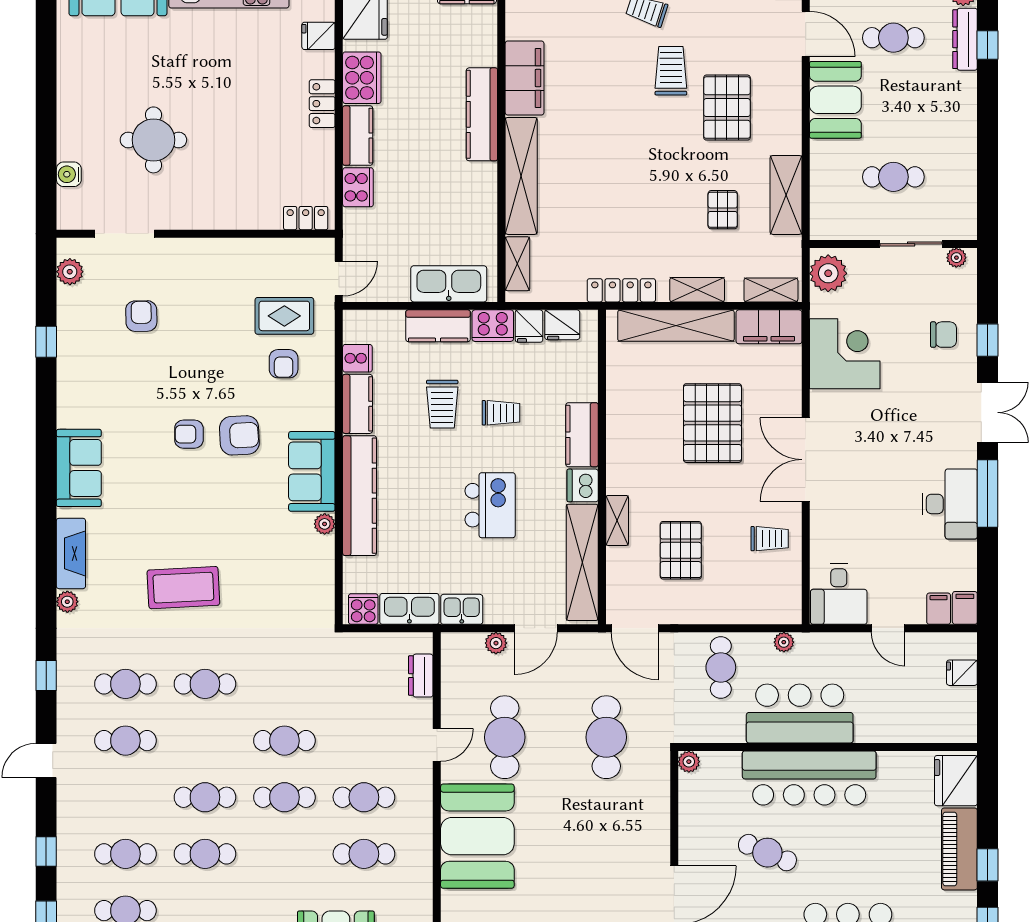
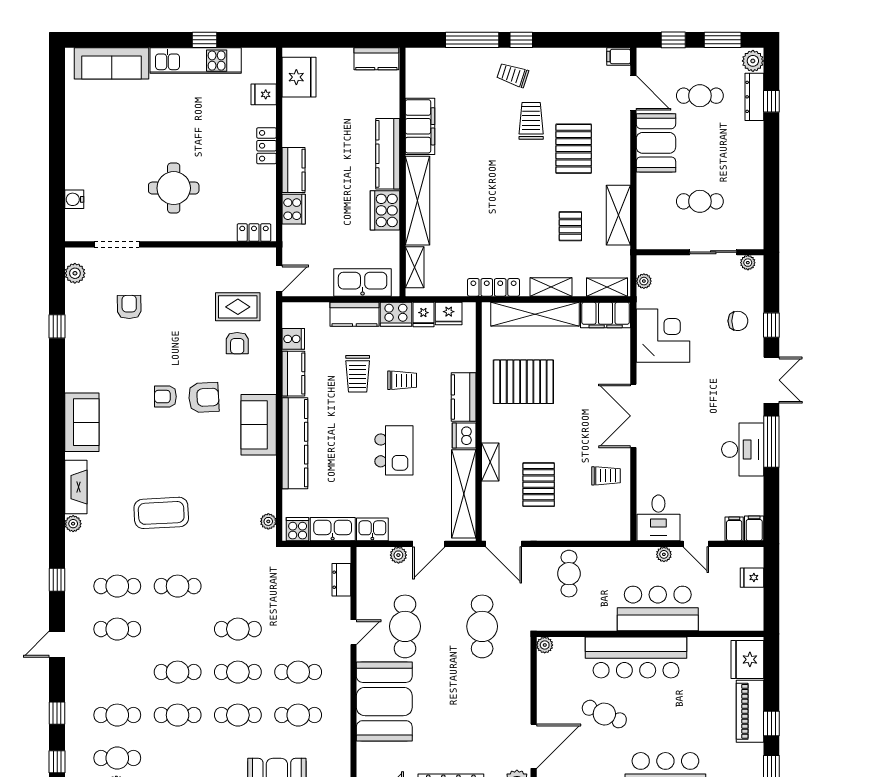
cooker: (362, 78) -> (385, 210), moved, turned 180
round table: (153, 140) -> (174, 188), moved
plant: (828, 273) -> (644, 281), width x0.53, depth x0.53
pallet: (712, 423) -> (523, 382), moved, turned 90
plant: (325, 524) -> (268, 521), moved
plant: (784, 642) -> (664, 554), moved
bar counter: (800, 714) -> (658, 608), moved
cafe table: (284, 854) -> (238, 715), added

